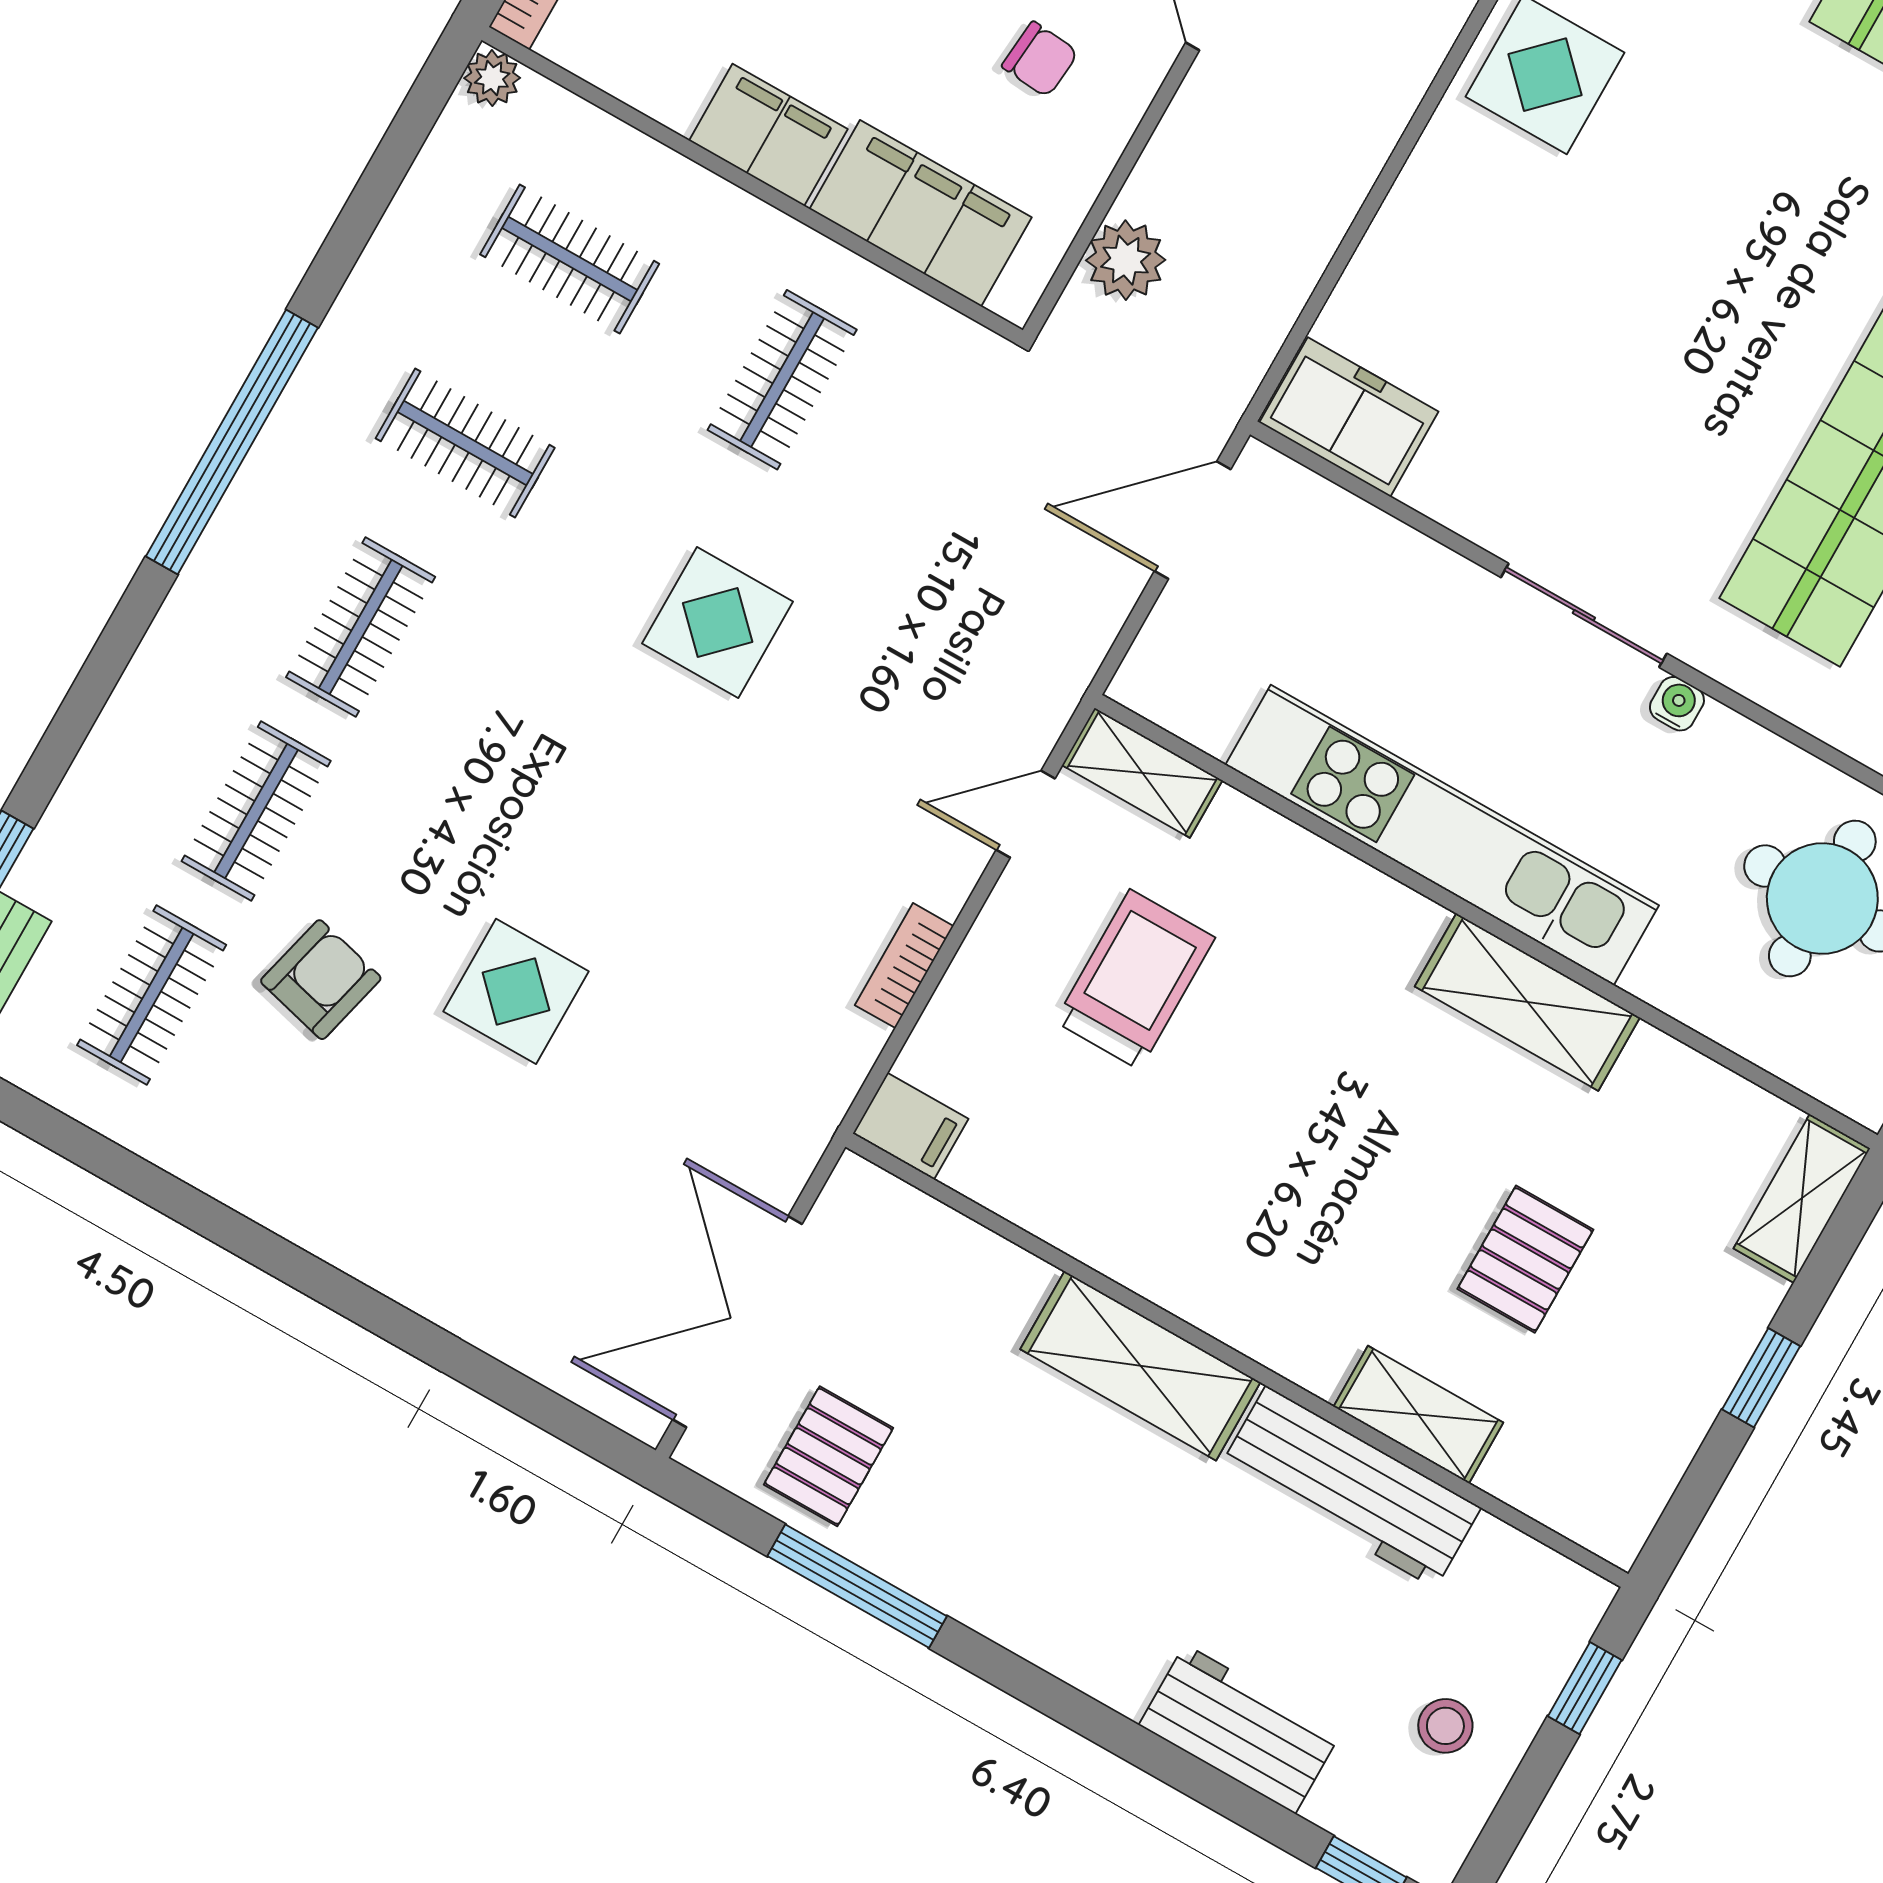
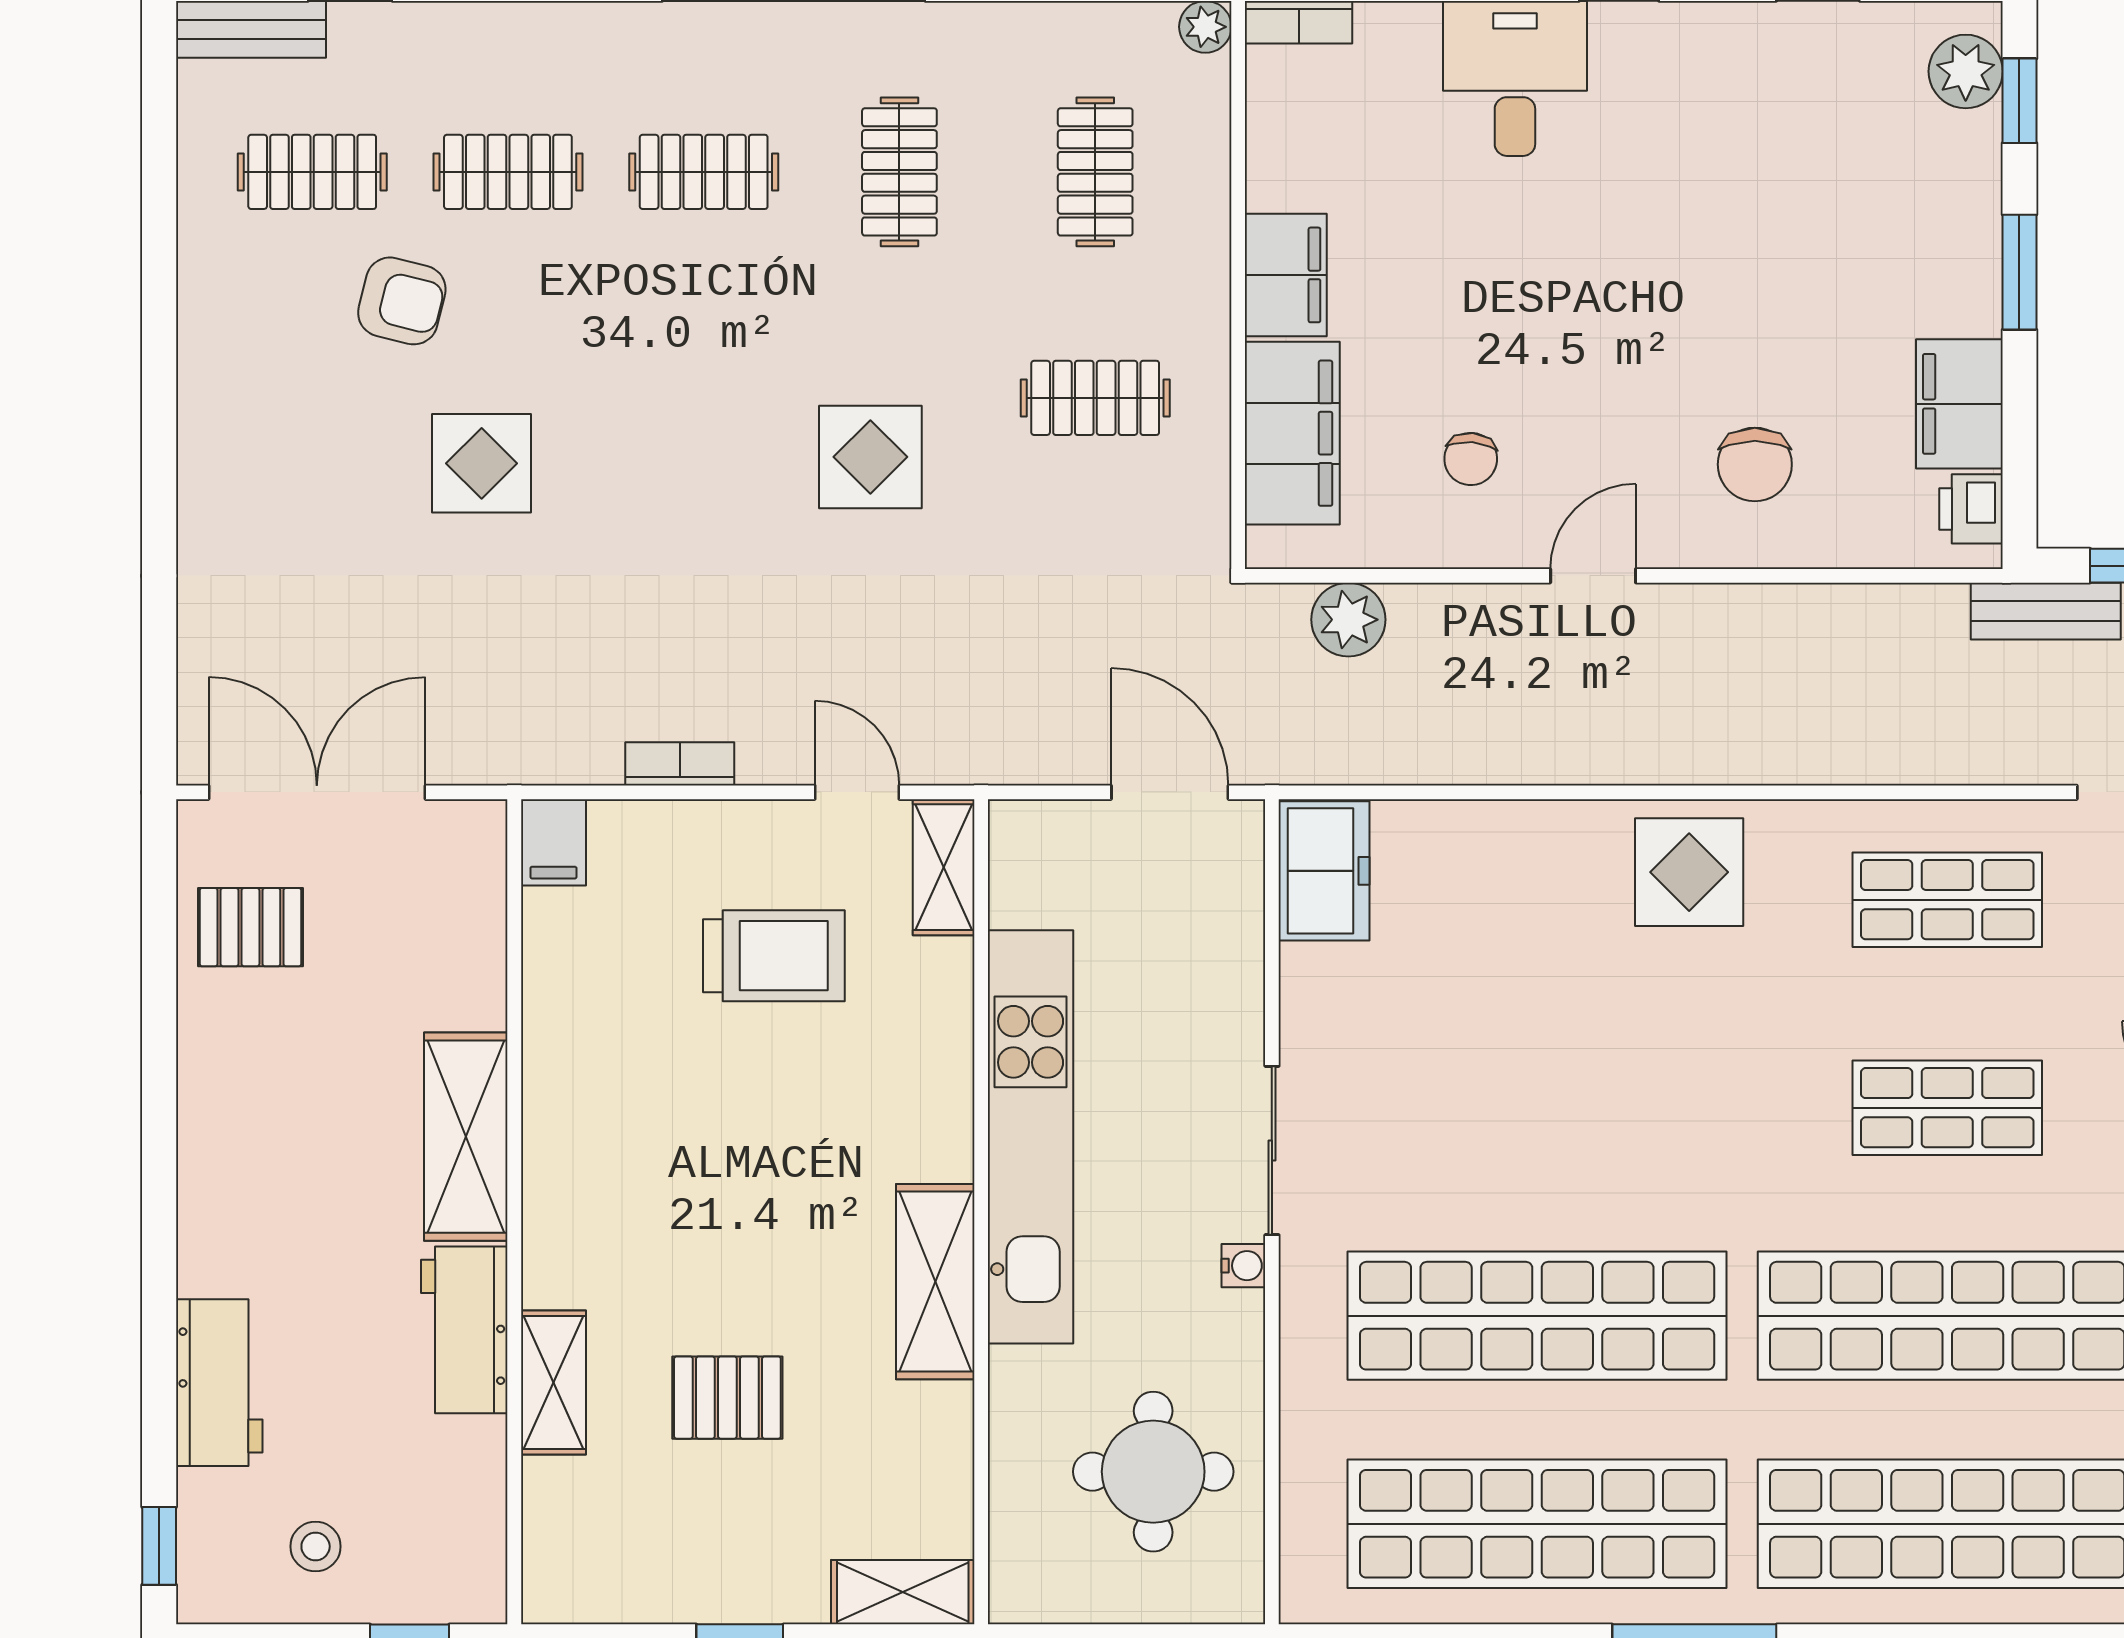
workbench: (1351, 1487) -> (464, 1330), width x0.73
window: (857, 1586) -> (159, 1009), removed

